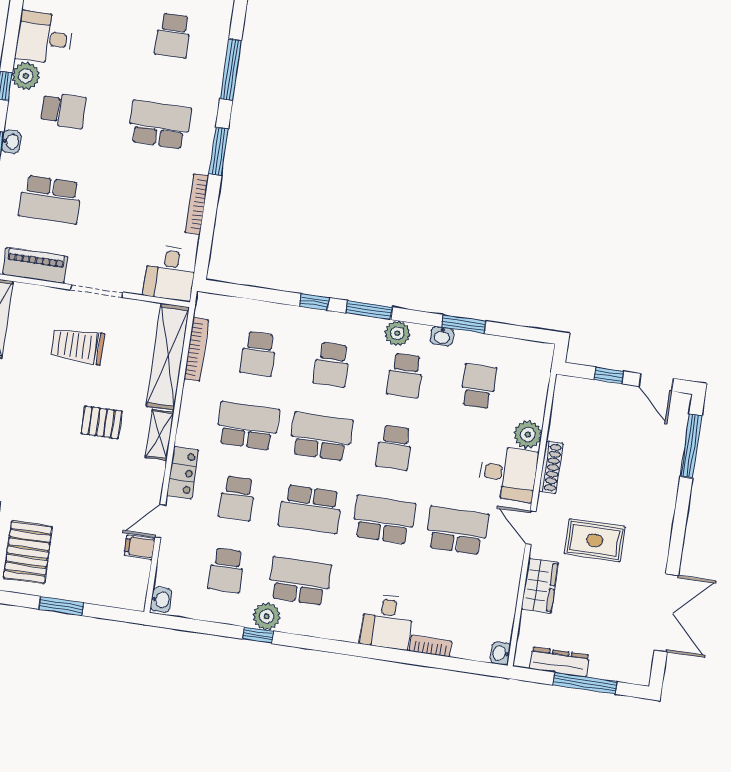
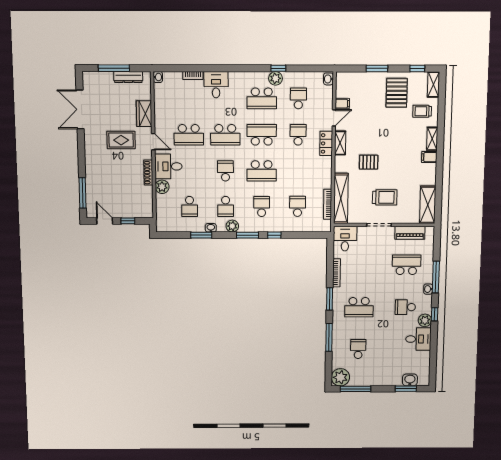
school desk: (405, 375) -> (226, 206), turned 180
school desk: (248, 426) -> (298, 171), removed
shelving: (159, 435) -> (340, 143), moved

